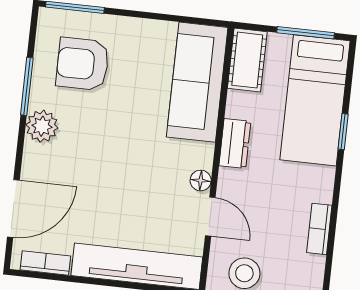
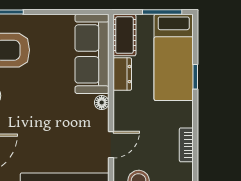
dresser: (235, 144) -> (122, 74), moved
floor lamp: (201, 180) -> (102, 103), moved
door: (210, 217) -> (111, 145), hinge flipped

